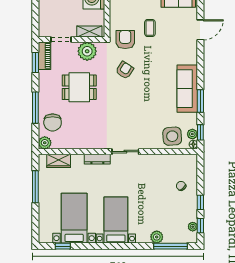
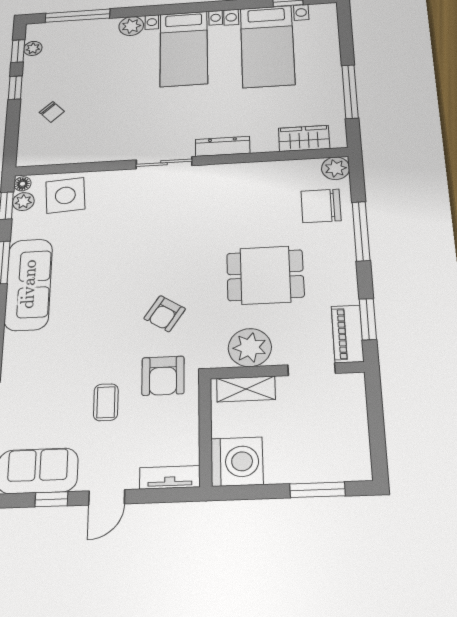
chair: (53, 122) -> (321, 206), turned -90
plant: (157, 237) -> (131, 26), moved

